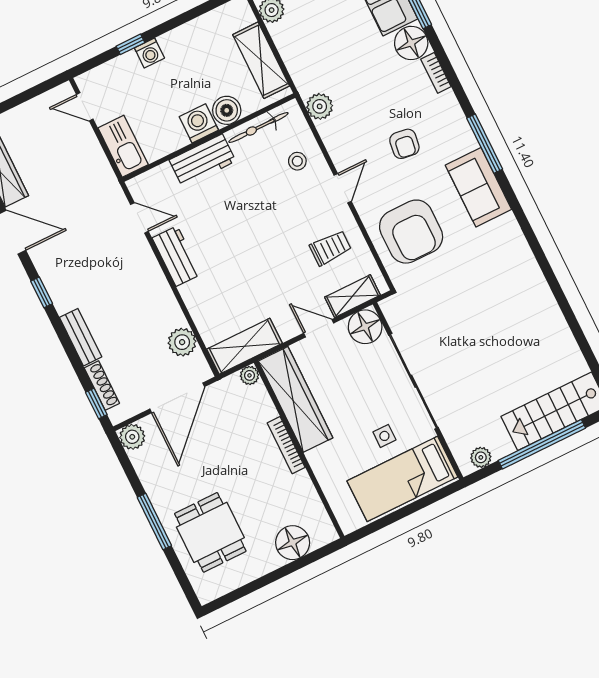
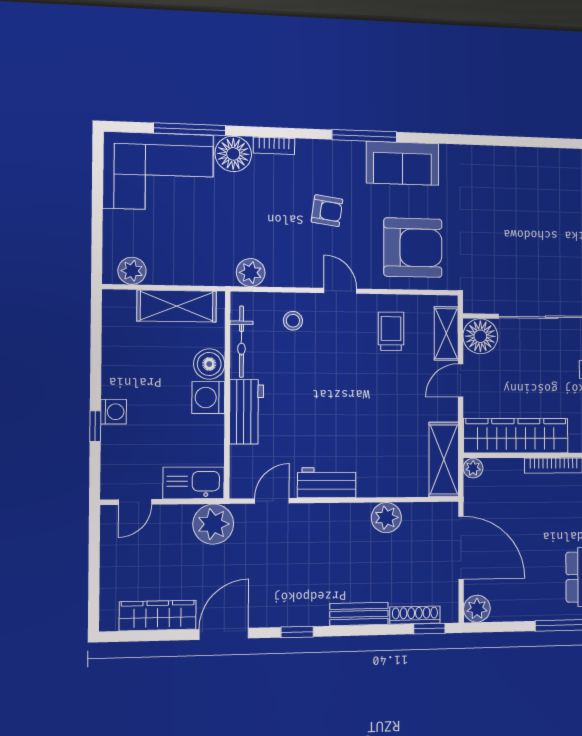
plant: (97, 179) -> (213, 524), added
plant: (182, 342) -> (386, 518), moved

